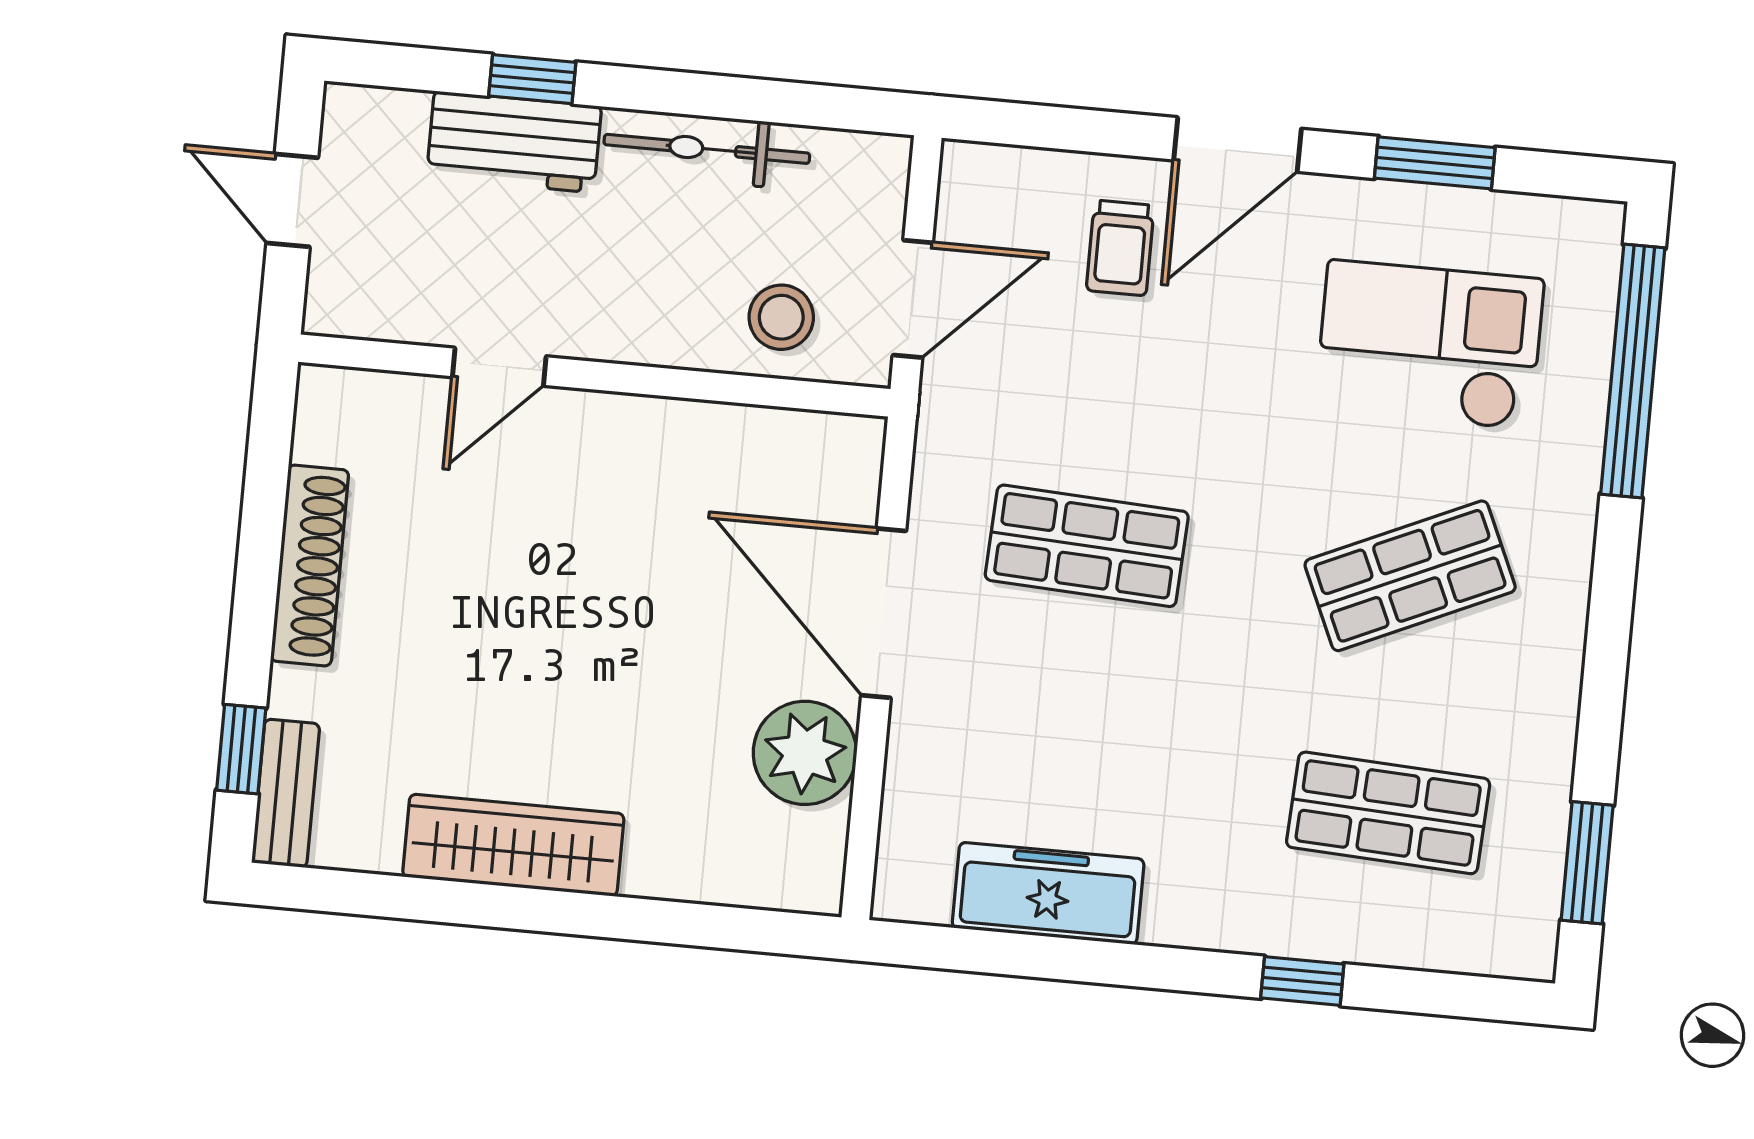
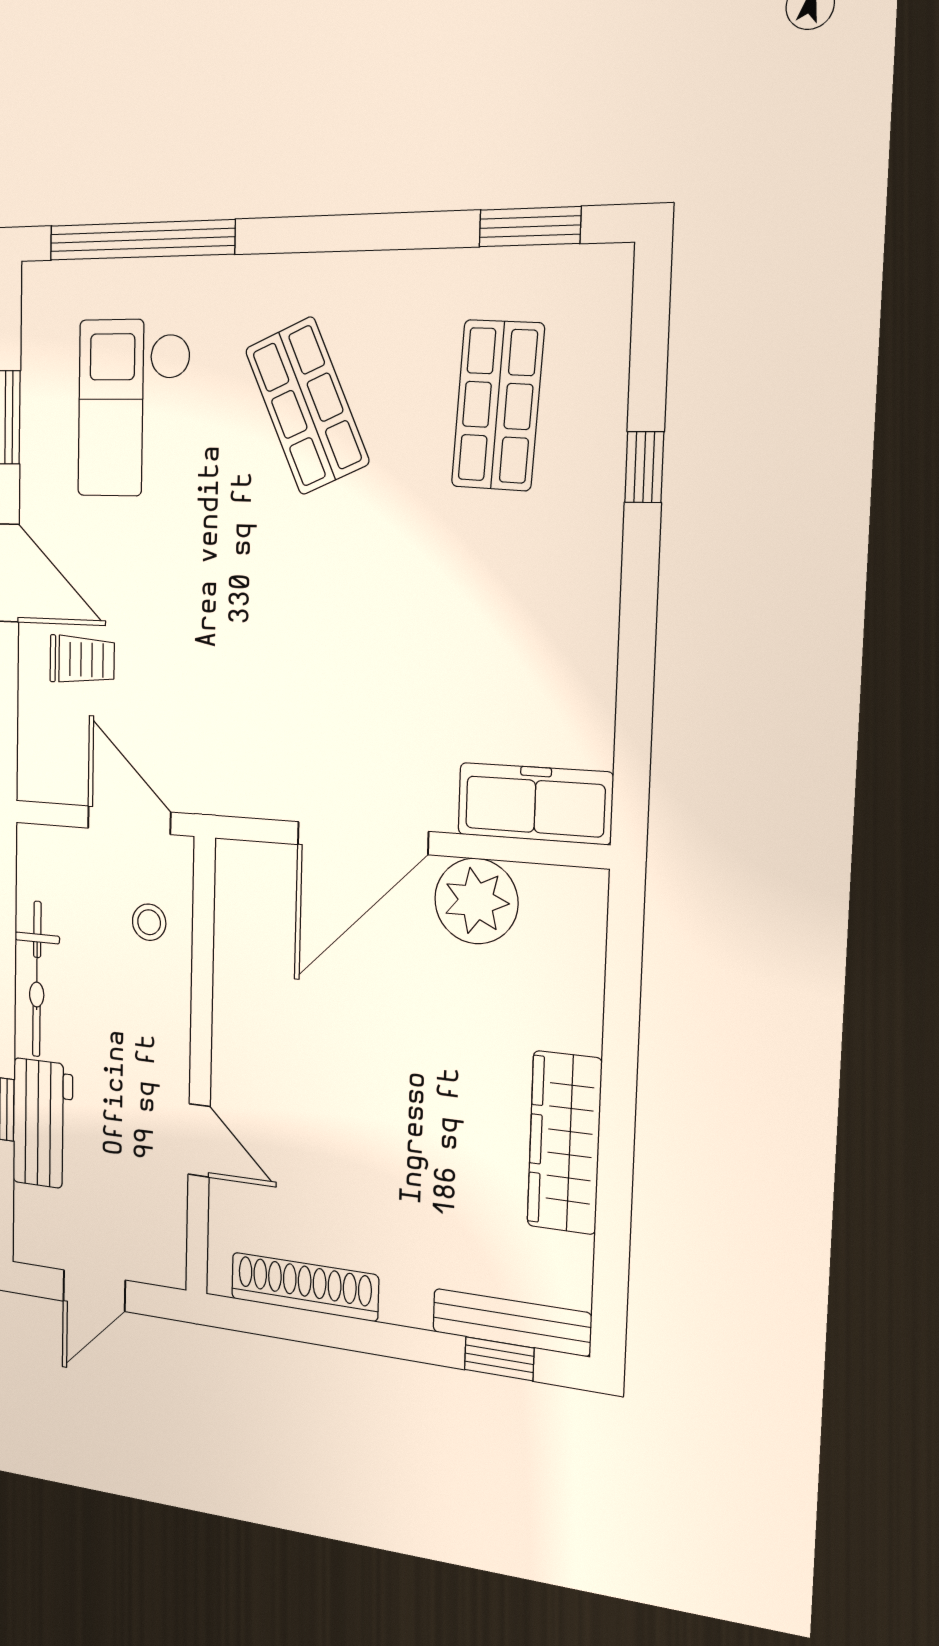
stool: (781, 317) -> (149, 922), width x0.73, depth x0.73
shop shelf: (1087, 546) -> (301, 675), removed
shoe rack: (310, 566) -> (304, 1287), moved
bench: (286, 793) -> (511, 1322), width x1.36
freezer: (1048, 893) -> (535, 804), moved, turned 90

